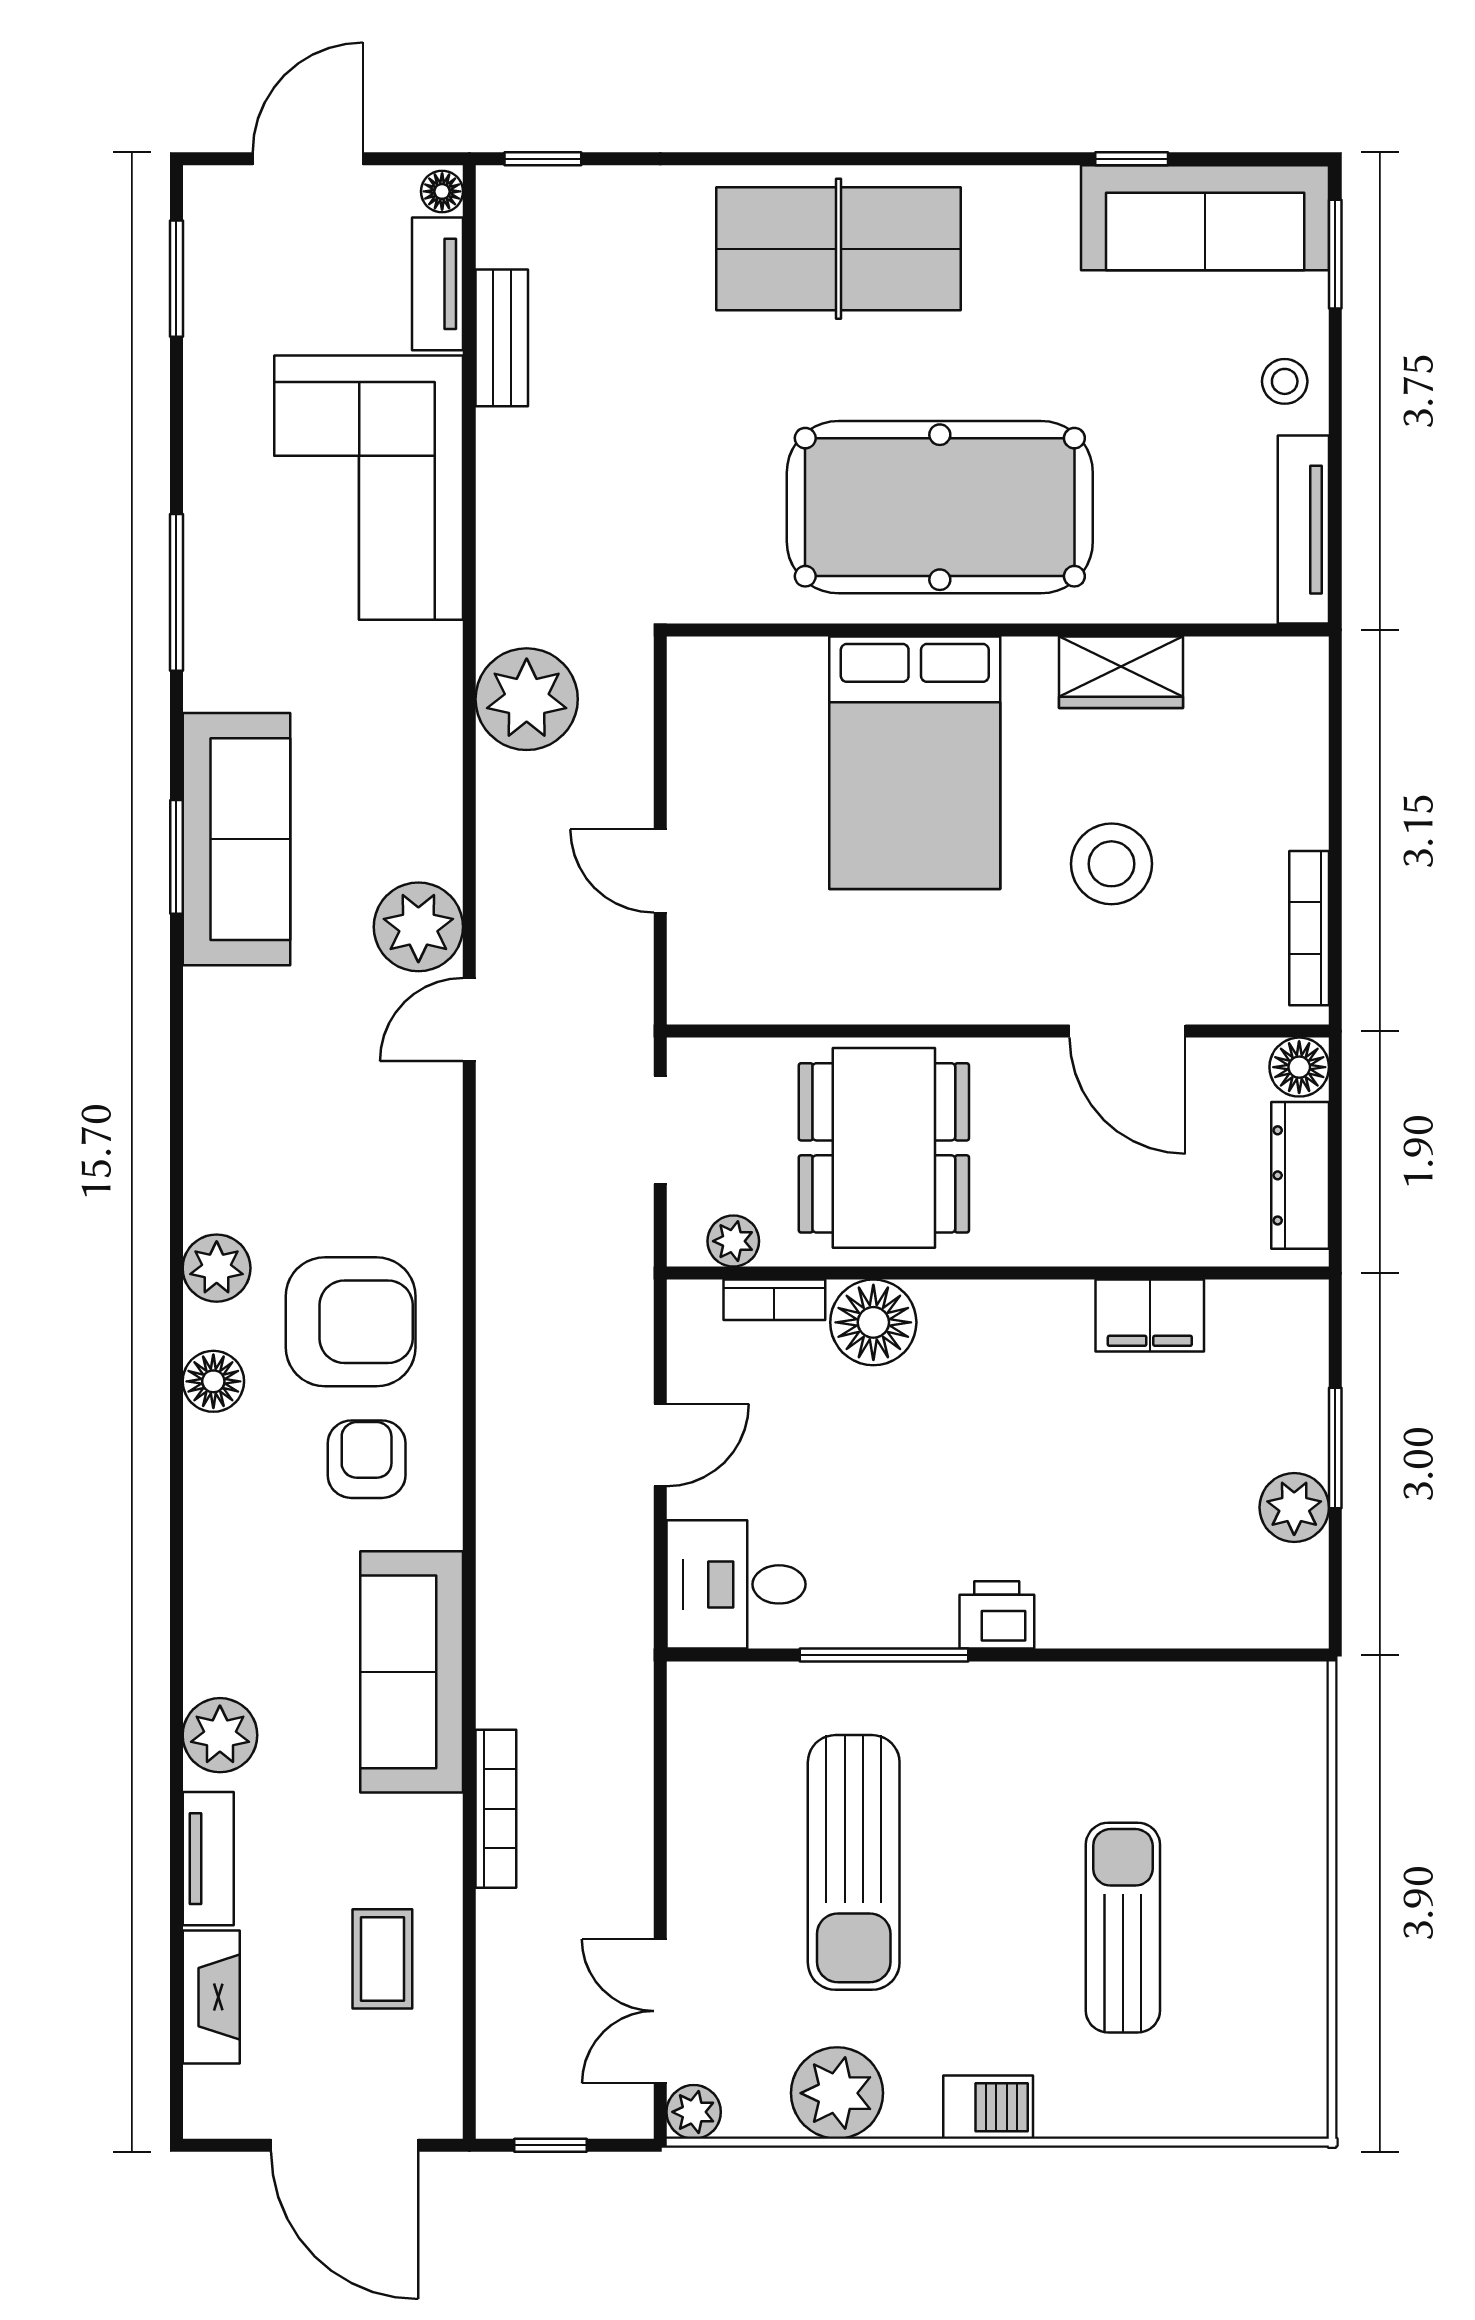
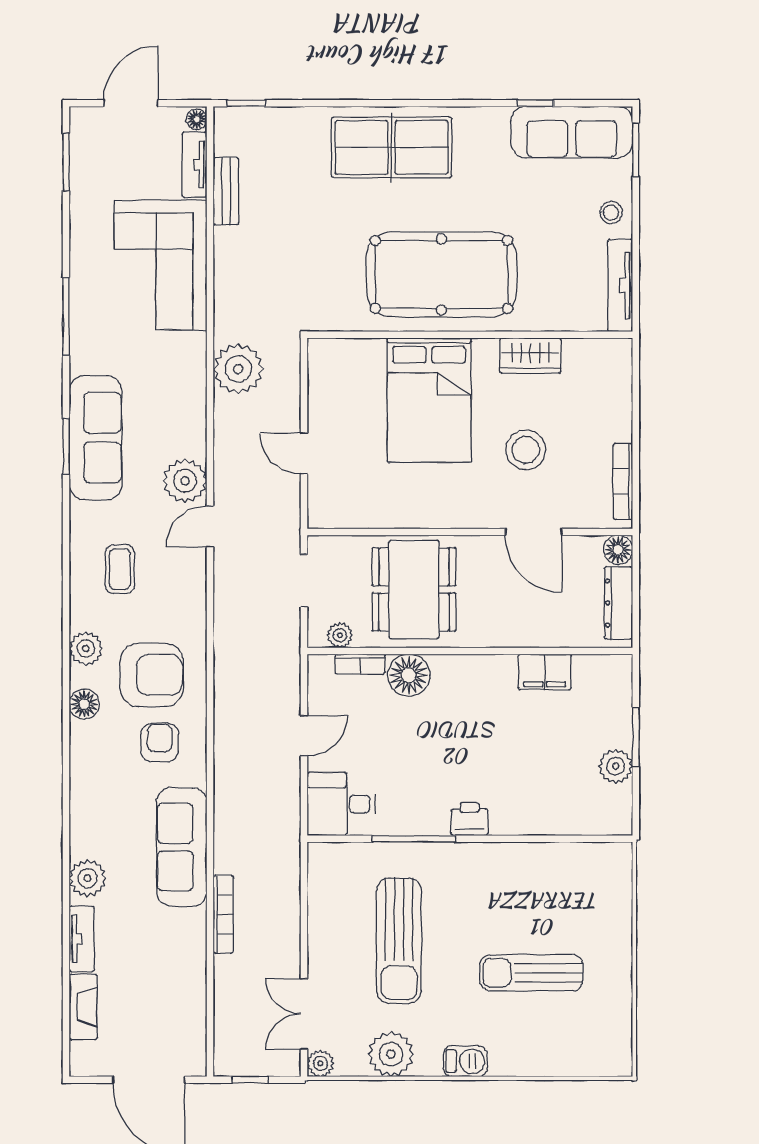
sun lounger: (1123, 1928) -> (531, 973), turned -90
coffee table: (382, 1959) -> (120, 569), moved

